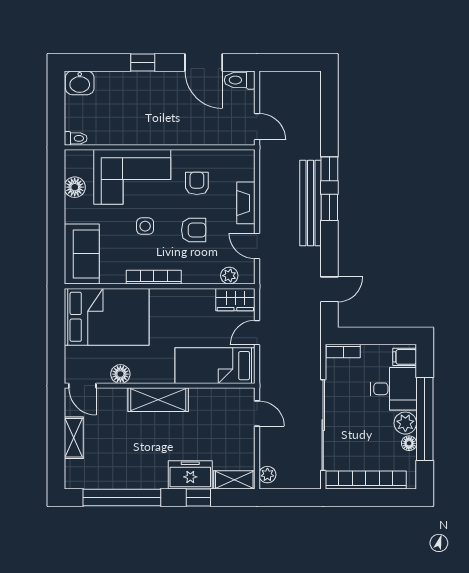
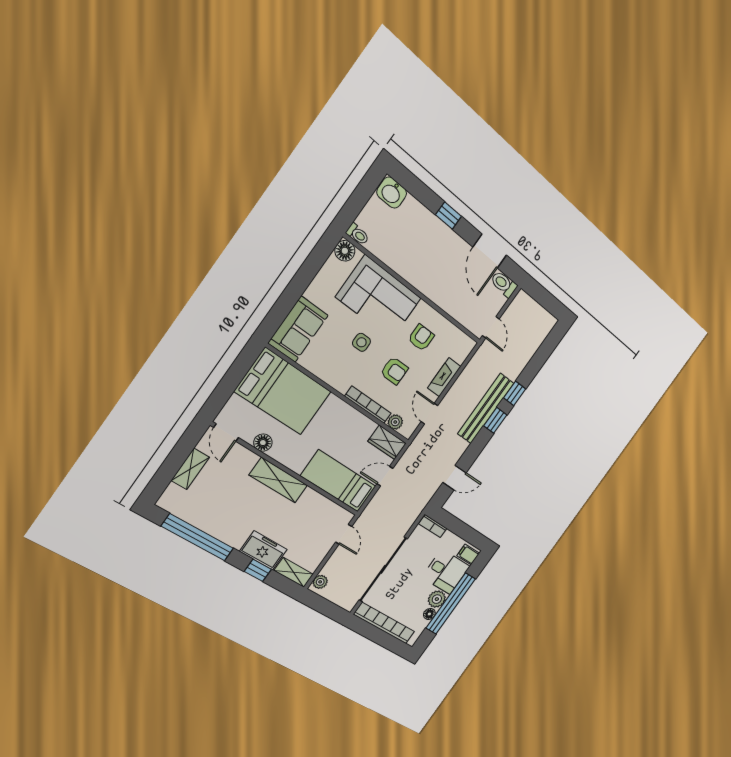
floor lamp: (75, 187) -> (345, 251), moved
bookcase: (154, 277) -> (368, 405), moved

